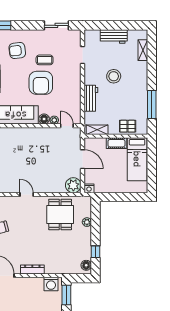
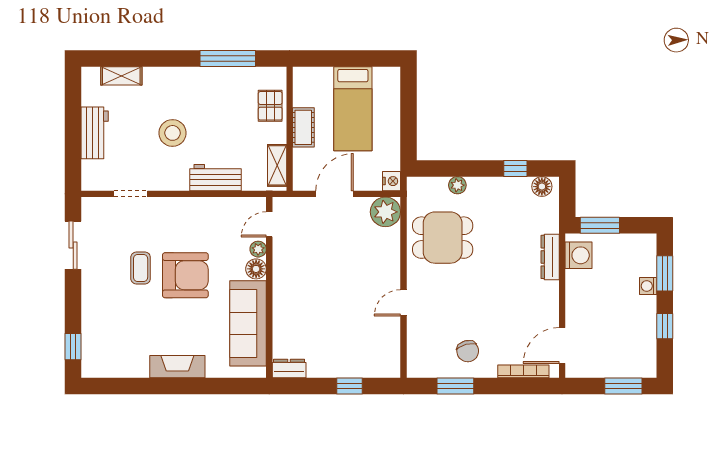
armchair: (17, 50) -> (122, 321), removed
bed: (137, 159) -> (353, 109), moved, turned 90
dresser: (32, 269) -> (550, 257), moved

